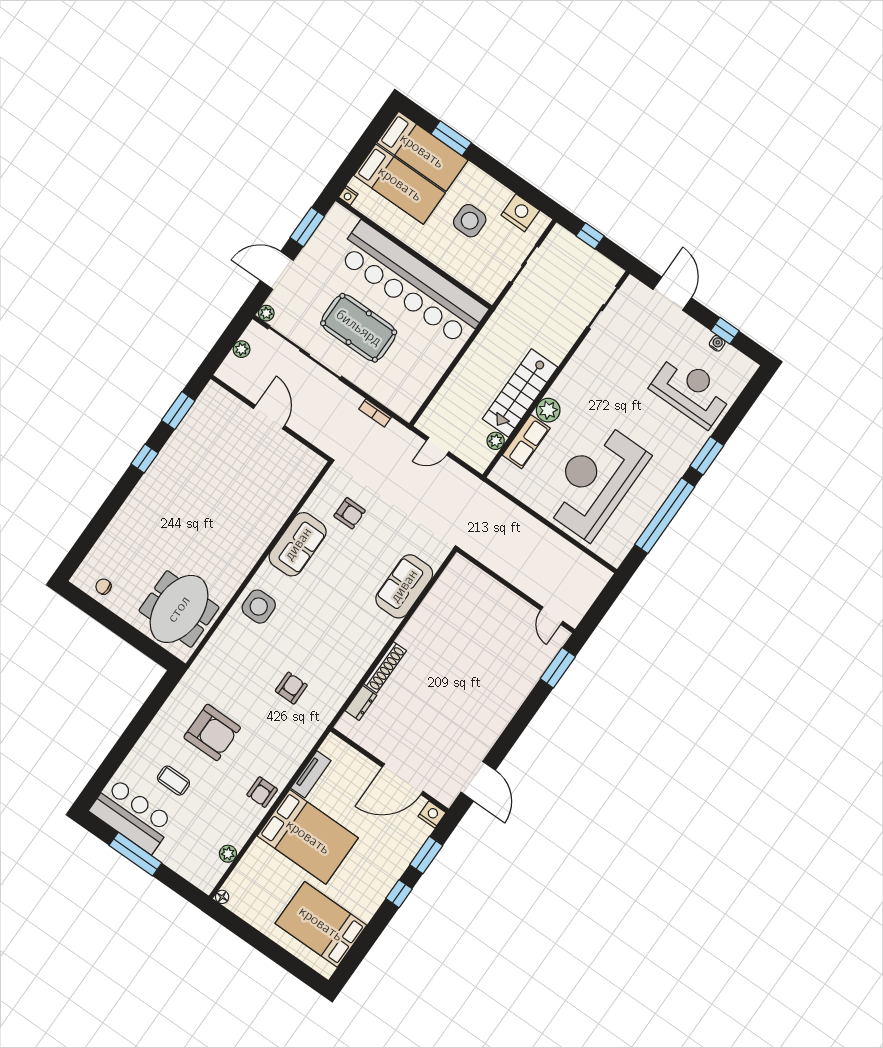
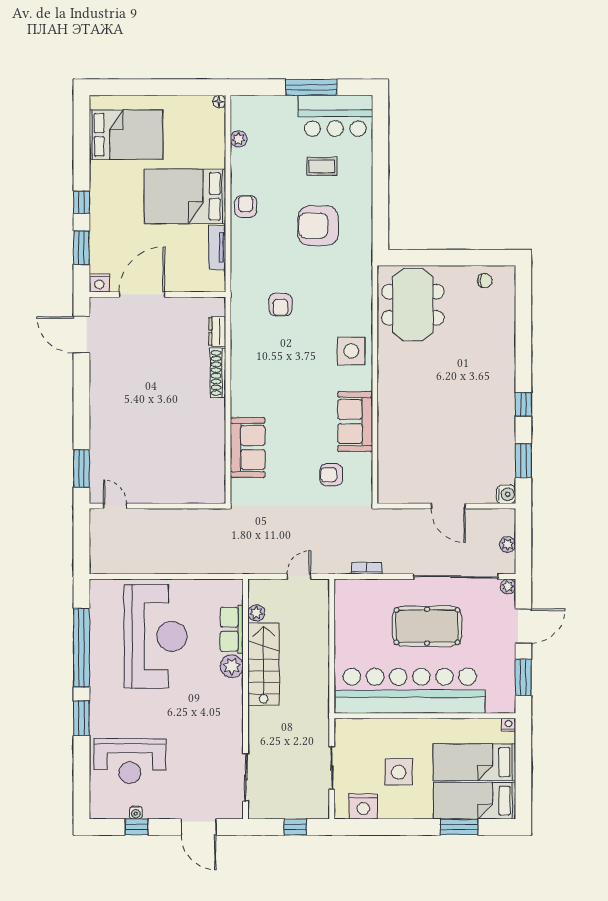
water cooler: (213, 392) -> (506, 494), added

